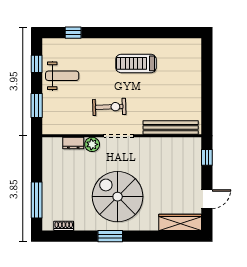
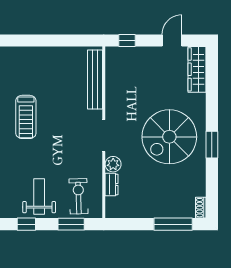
exercise bike: (109, 107) -> (78, 196), moved
door: (207, 199) -> (172, 40), hinge flipped
shoe rack: (64, 226) -> (201, 208), moved

